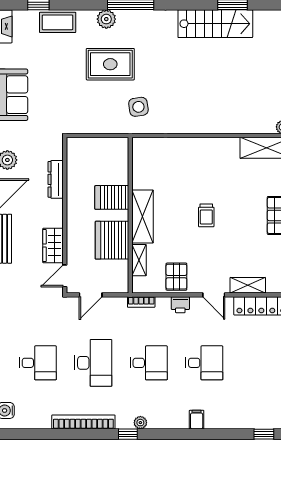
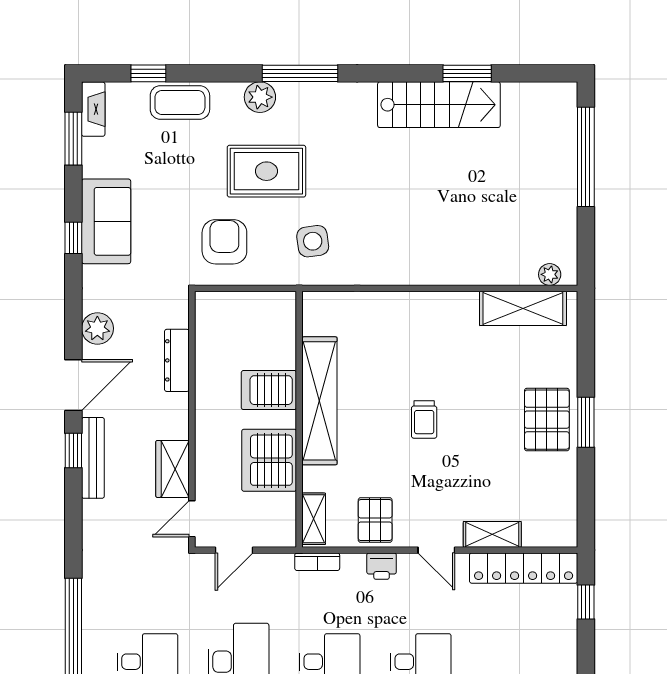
armchair: (85, 107) -> (224, 242), added
shelving: (143, 216) -> (319, 401), width x1.47
shelving: (139, 260) -> (314, 519), moved

